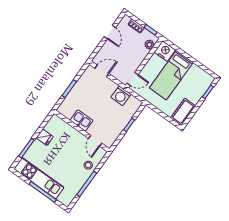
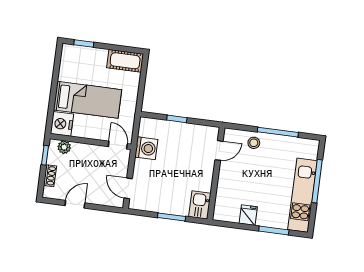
kitchen sink: (82, 120) -> (200, 205), moved

